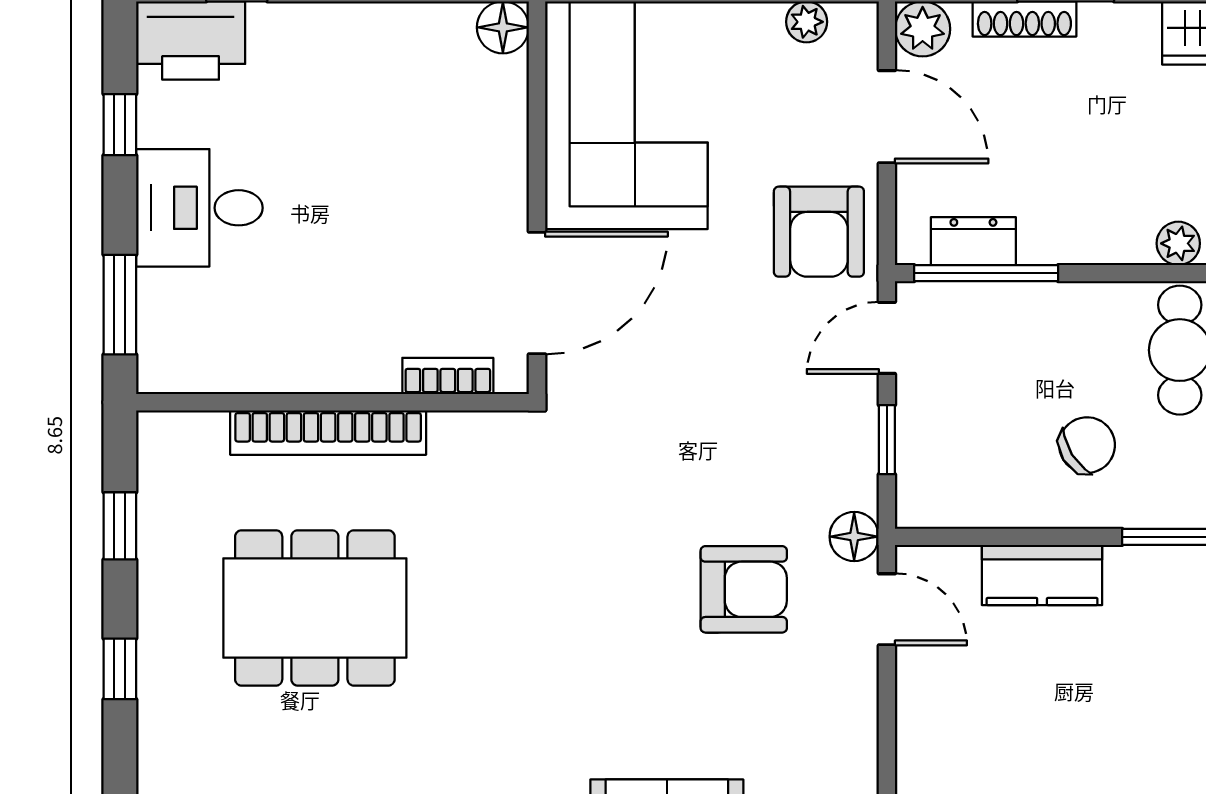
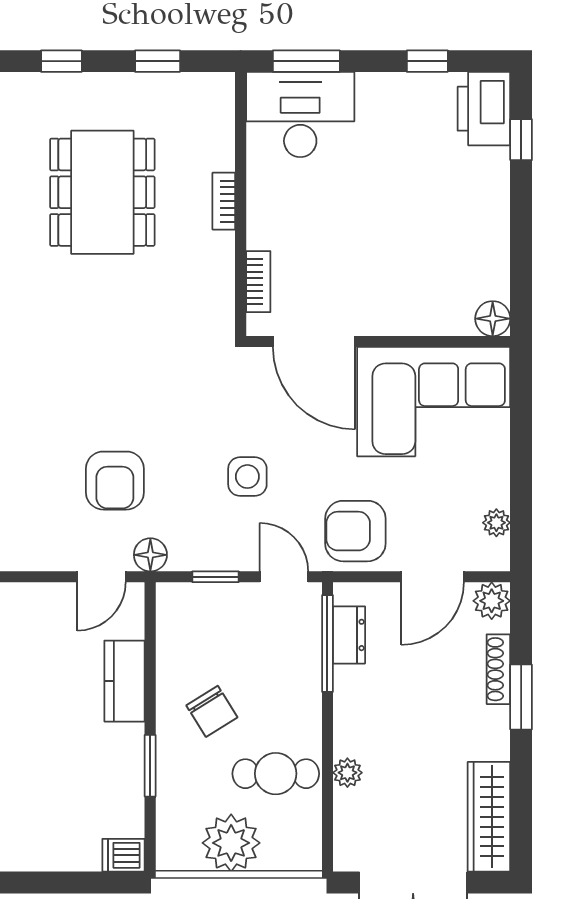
desk: (199, 208) -> (300, 115), moved, width x1.37
side table: (738, 392) -> (247, 477), added
bookcase: (328, 433) -> (224, 201), width x0.43, depth x0.76

